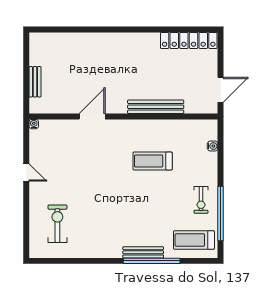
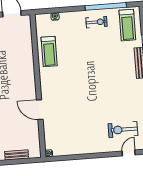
bench: (156, 107) -> (29, 62), removed
treadmill: (153, 161) -> (49, 52), moved
door: (26, 172) -> (129, 153), moved

